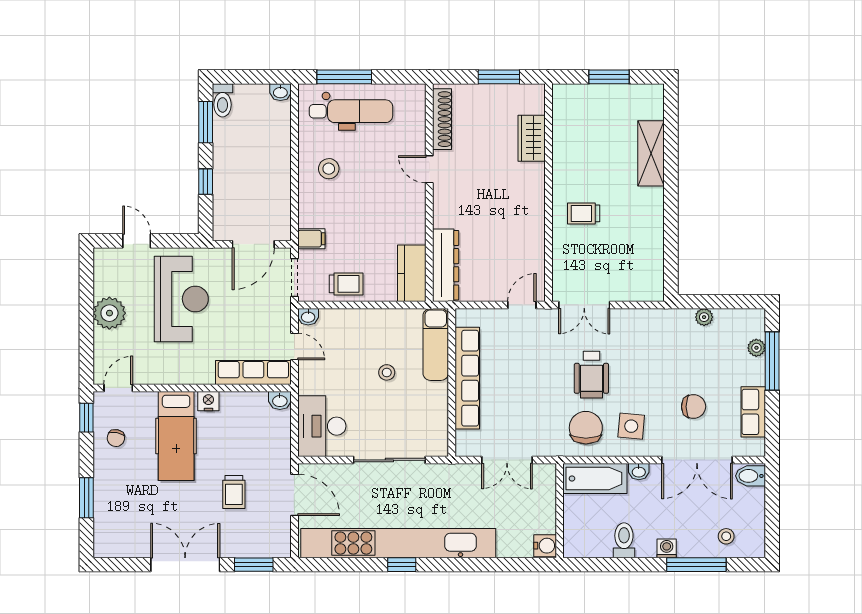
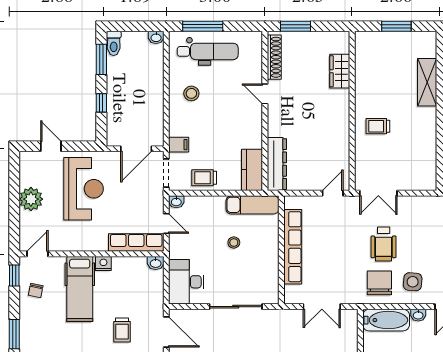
window: (499, 77) -> (295, 26), moved
trolley: (346, 284) -> (204, 178), turned 180
exam couch: (436, 344) -> (253, 205), moved, turned -90

